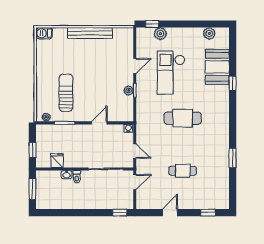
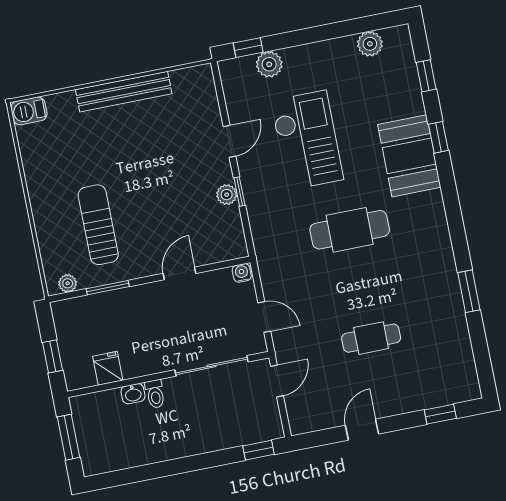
window: (233, 54) -> (426, 76), added
booth: (217, 67) -> (409, 156), moved
checkout: (171, 73) -> (307, 140), turned 180

